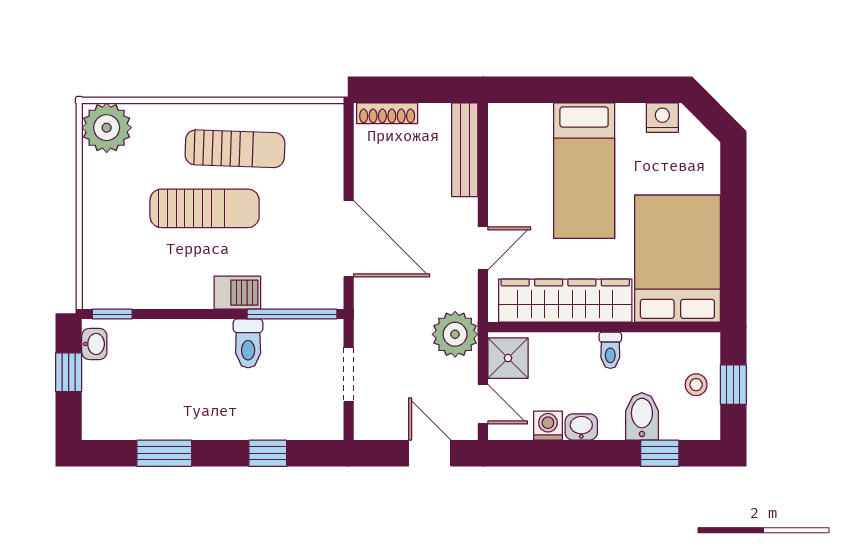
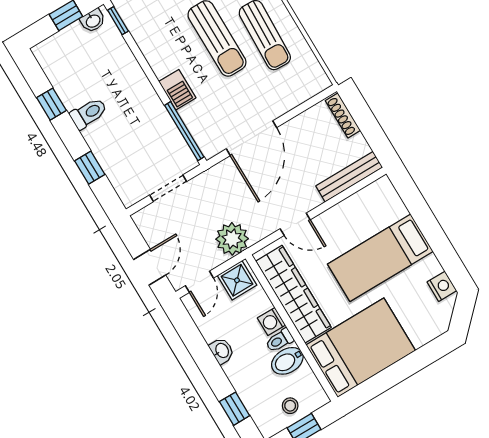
toilet: (248, 343) -> (89, 113), moved, turned 180
bidet: (642, 416) -> (287, 361), moved, turned 180
washing machine: (548, 426) -> (271, 322), moved, turned 180
window: (164, 453) -> (52, 104), width x0.67

